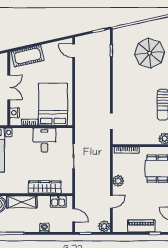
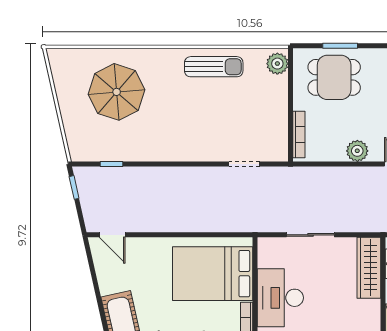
door: (74, 51) -> (112, 235), hinge flipped
desk: (44, 140) -> (280, 298), width x1.37
wardrobe: (45, 187) -> (369, 268), moved

